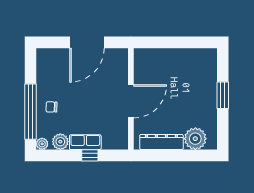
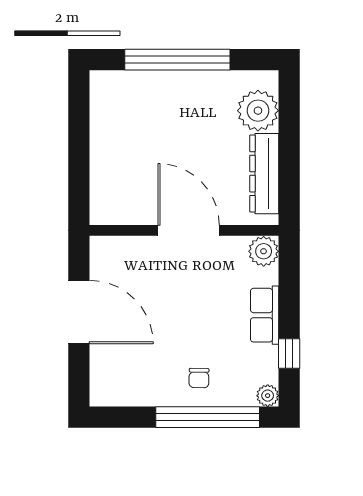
window: (223, 95) -> (177, 60), width x2.11
plant: (60, 142) -> (264, 251), moved
window: (90, 155) -> (289, 354), moved

